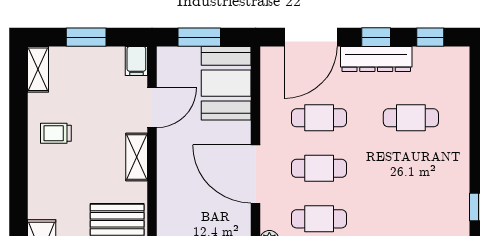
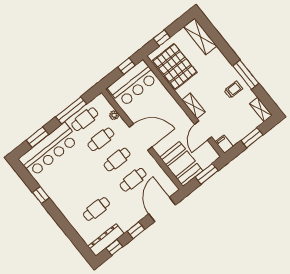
dresser: (376, 59) -> (106, 240), moved
window: (18, 141) -> (246, 75), added

